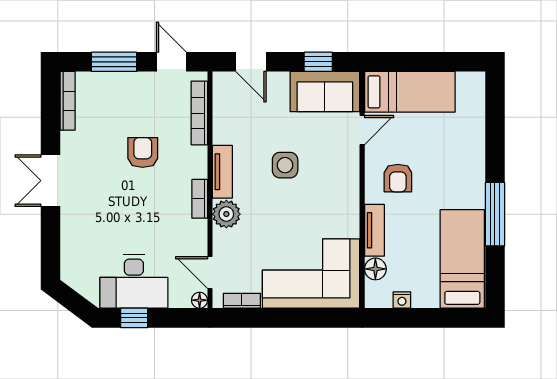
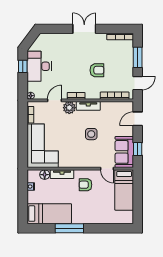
door: (210, 273) -> (55, 100), moved

